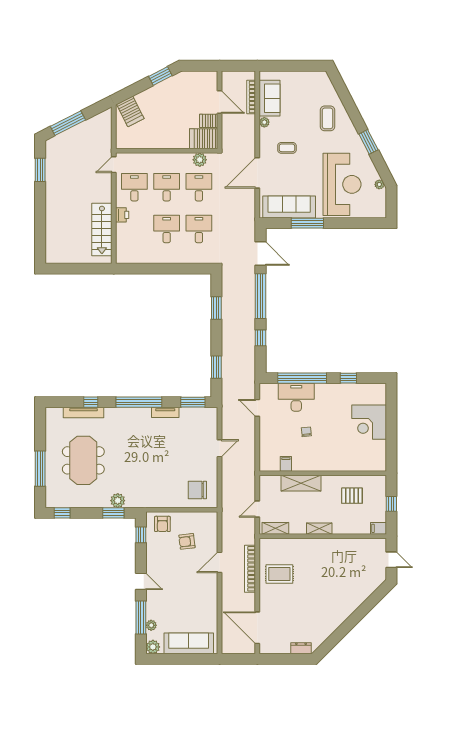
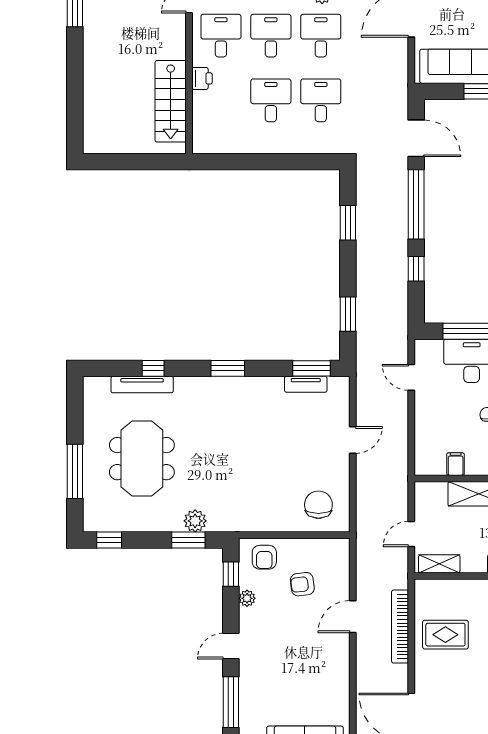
window: (139, 402) -> (228, 368), width x0.47
tv unit: (165, 412) -> (306, 384), moved
chair: (197, 490) -> (318, 505), turned 90
door: (141, 581) -> (231, 646), swing flipped
plant: (151, 625) -> (247, 598), moved

